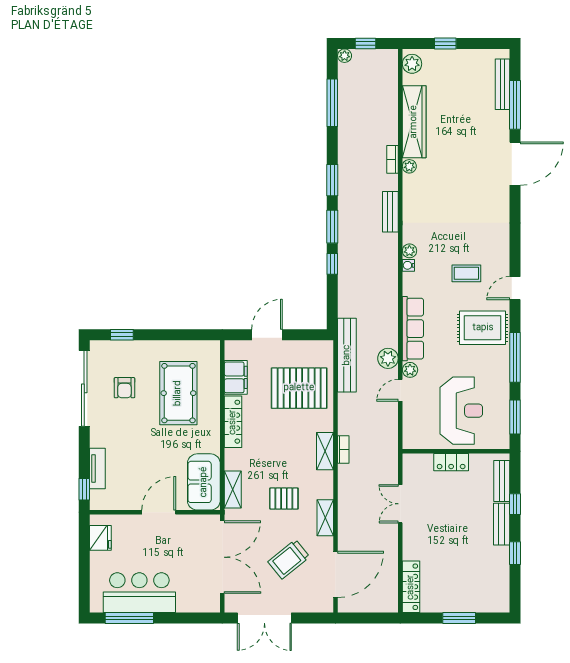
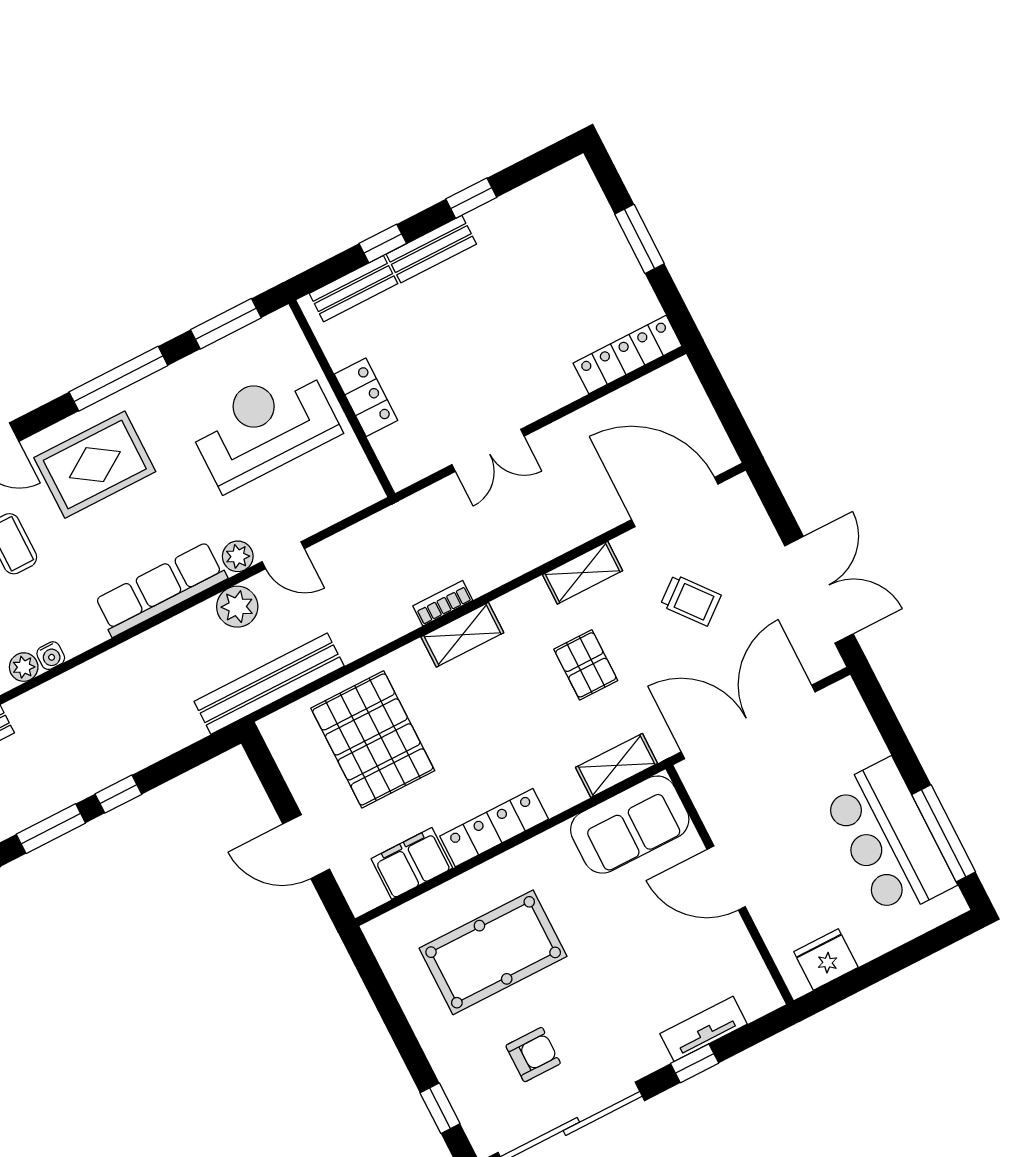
rug: (483, 328) -> (95, 465), turned 90
window: (84, 489) -> (695, 1063), moved
trolley: (289, 559) -> (691, 600), width x0.73, depth x0.72

